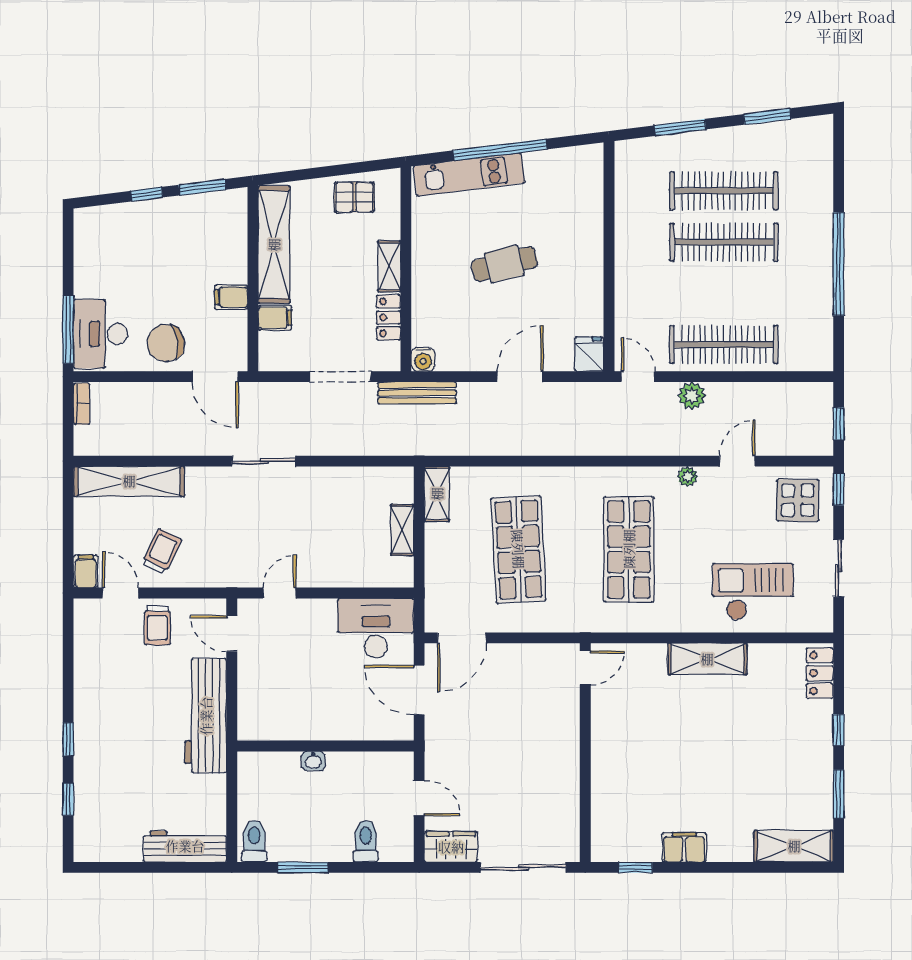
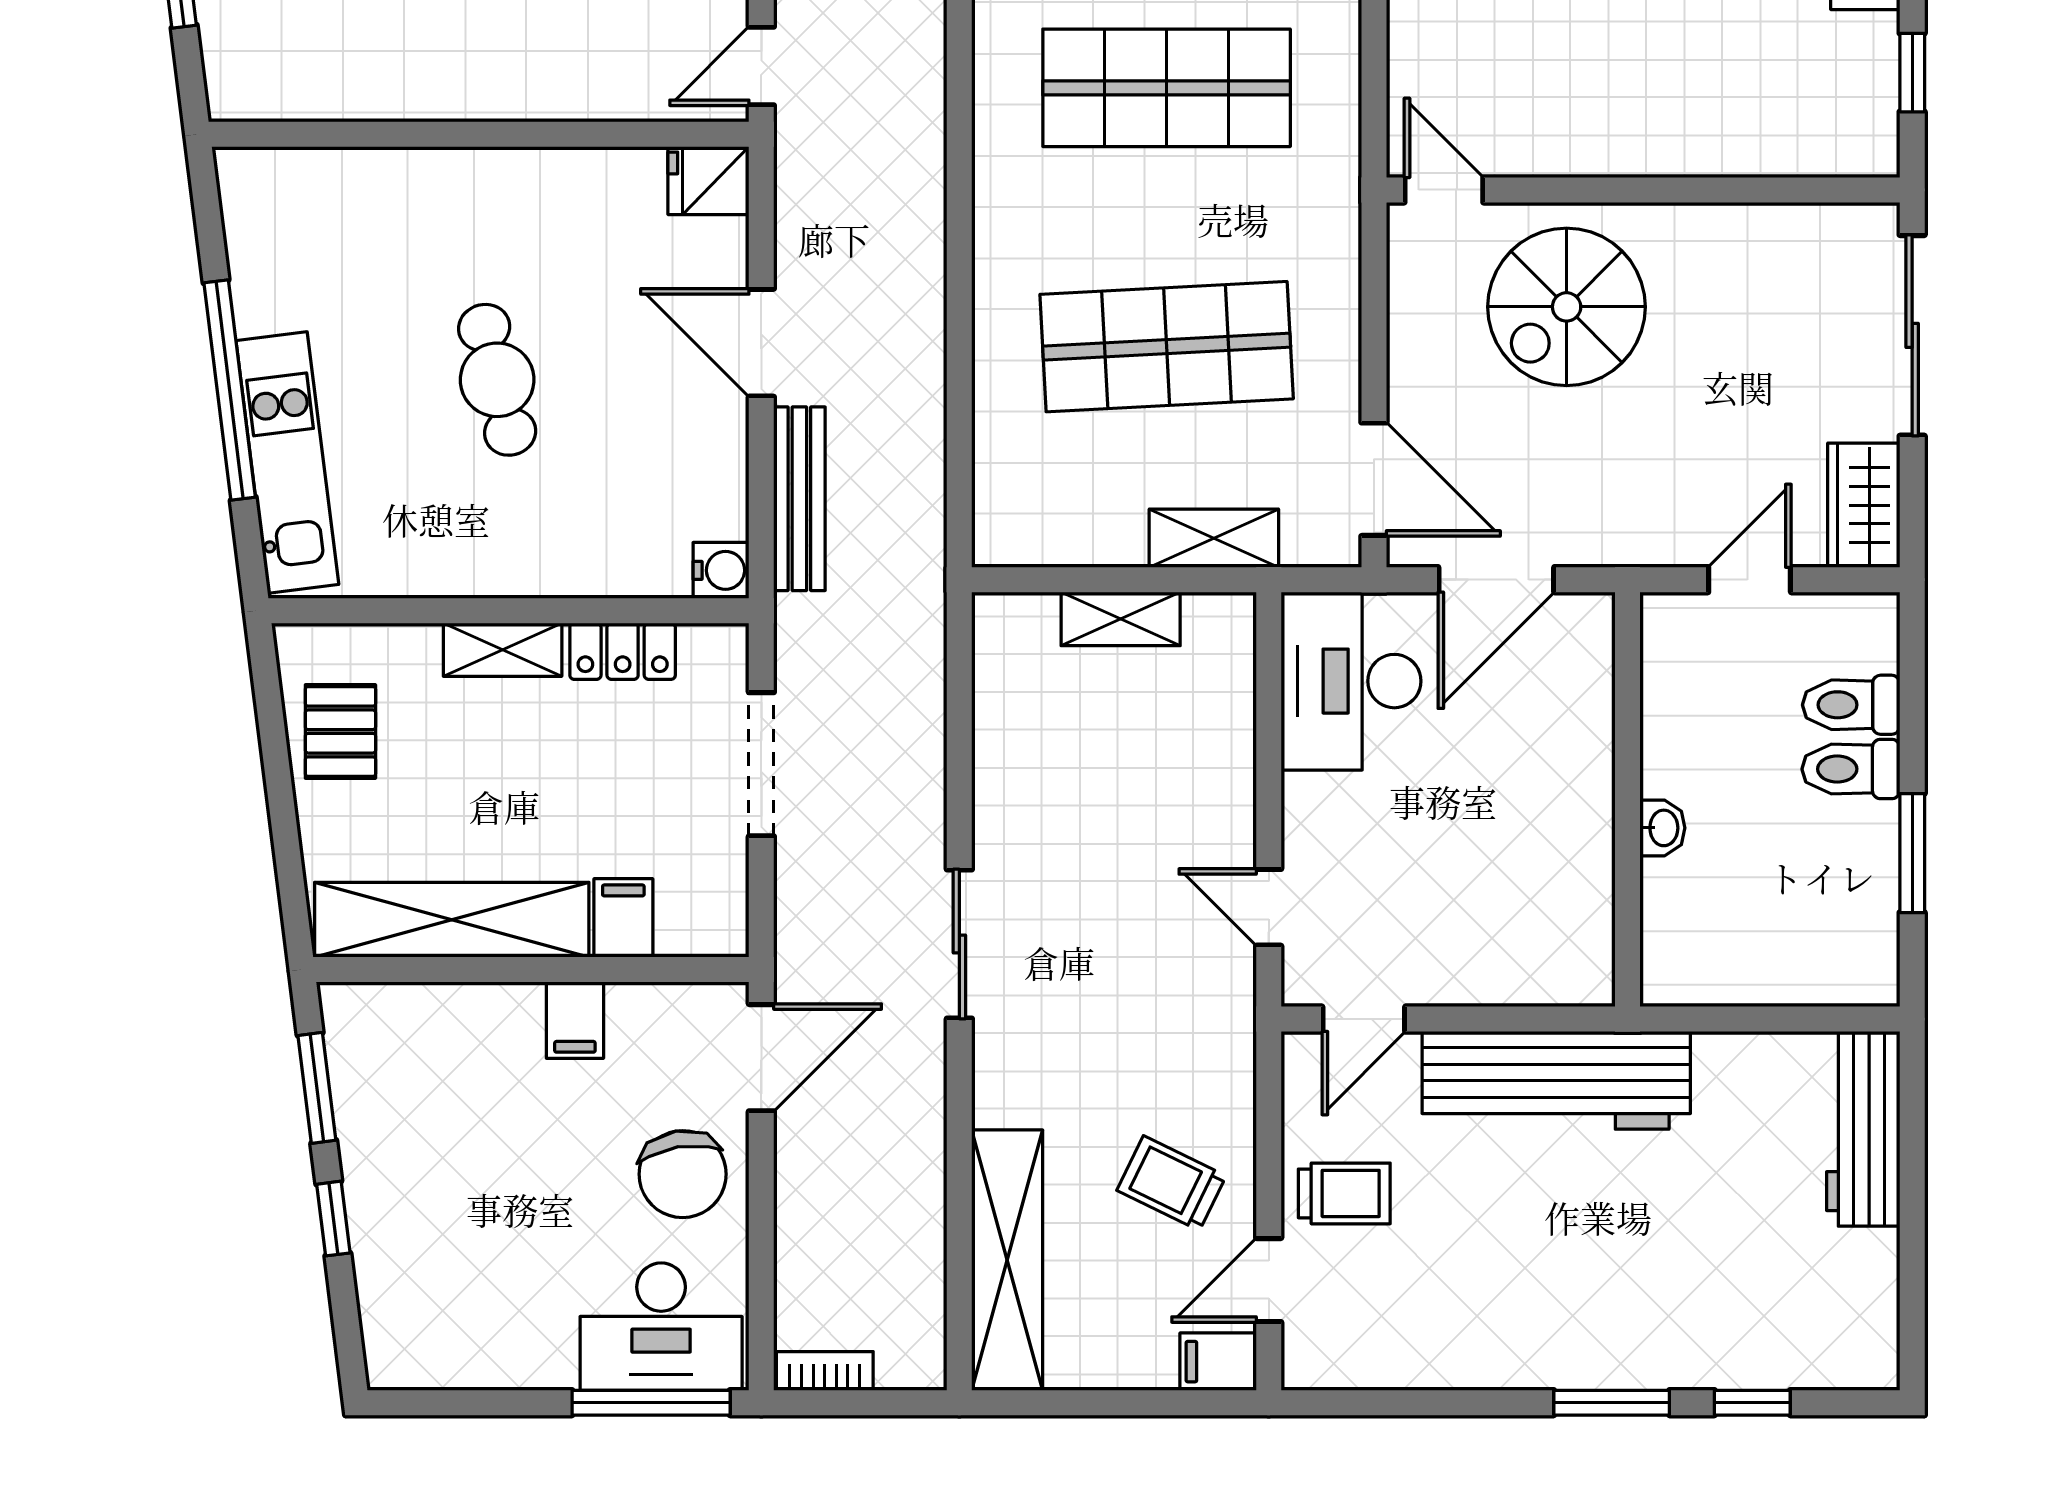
bench: (417, 393) -> (799, 499), moved
shelving: (437, 494) -> (1214, 538), moved
spiral stairs: (535, 720) -> (1567, 307), added
window: (68, 739) -> (1612, 1403), width x1.50
toilet: (254, 841) -> (1851, 769), moved

